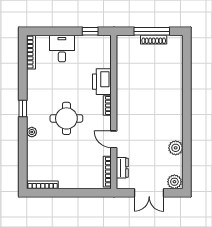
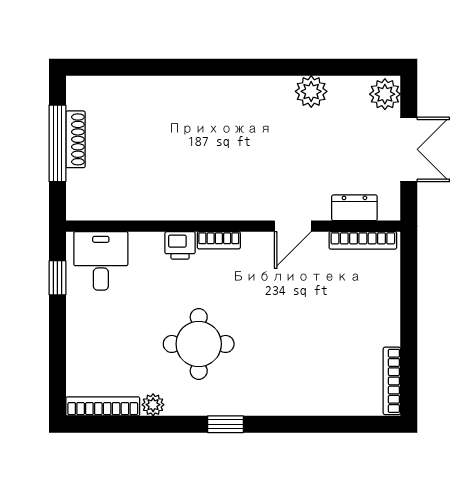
desk: (62, 49) -> (101, 261), moved, turned 90
printer: (102, 82) -> (180, 245), width x0.53, depth x0.68
round table: (66, 118) -> (199, 344), moved
plant: (32, 132) -> (153, 405), moved

